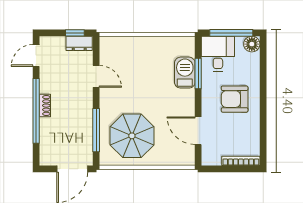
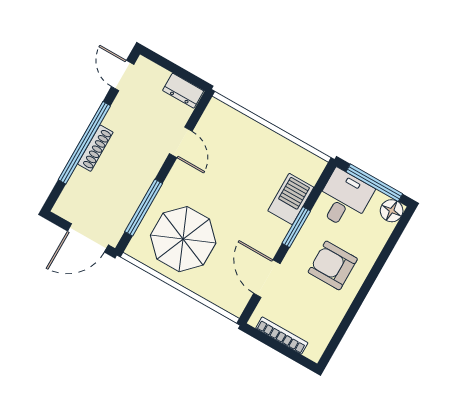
window: (75, 33) -> (185, 75), removed
door: (36, 55) -> (123, 76), hinge flipped
window: (198, 74) -> (296, 227), moved
shoe rack: (45, 106) -> (95, 148), width x1.43
bookcase: (241, 161) -> (282, 335), moved

